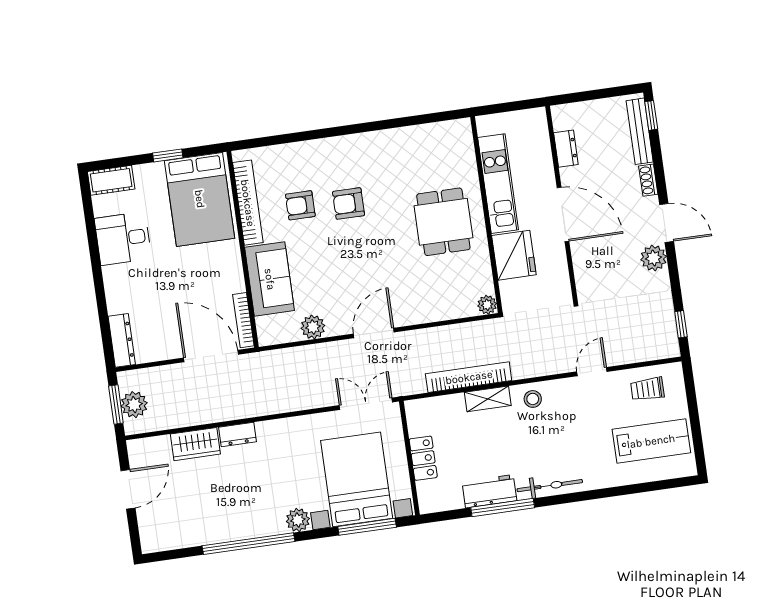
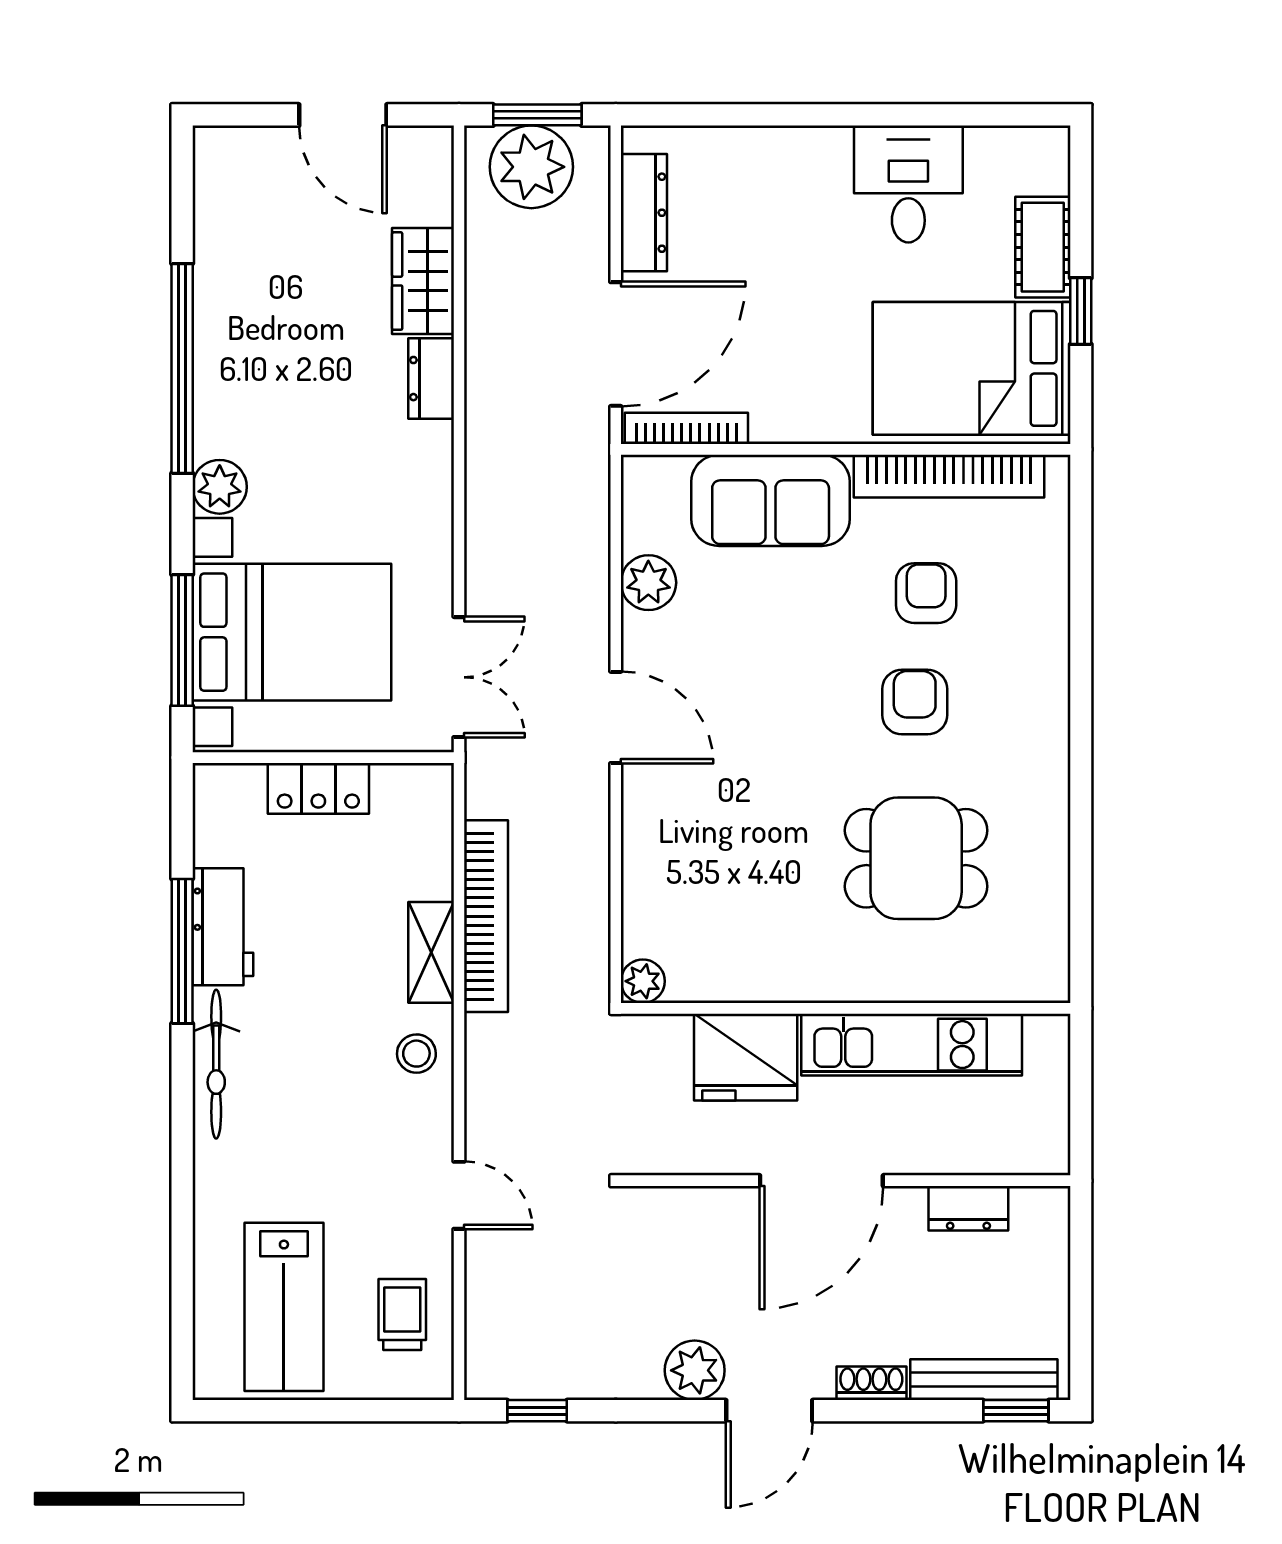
cot: (111, 180) -> (1043, 247), moved
dining table: (443, 222) -> (916, 858), moved
dresser: (122, 340) -> (644, 213), moved, turned -90
plant: (134, 405) -> (531, 167), width x1.36, depth x1.36

